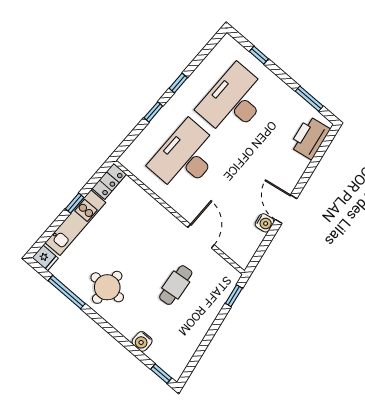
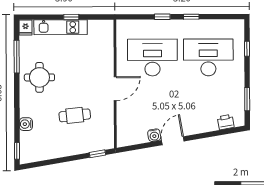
printer: (310, 138) -> (226, 122), width x0.53, depth x0.68
locker: (109, 181) -> (101, 26), removed
door: (201, 236) -> (115, 89), moved

